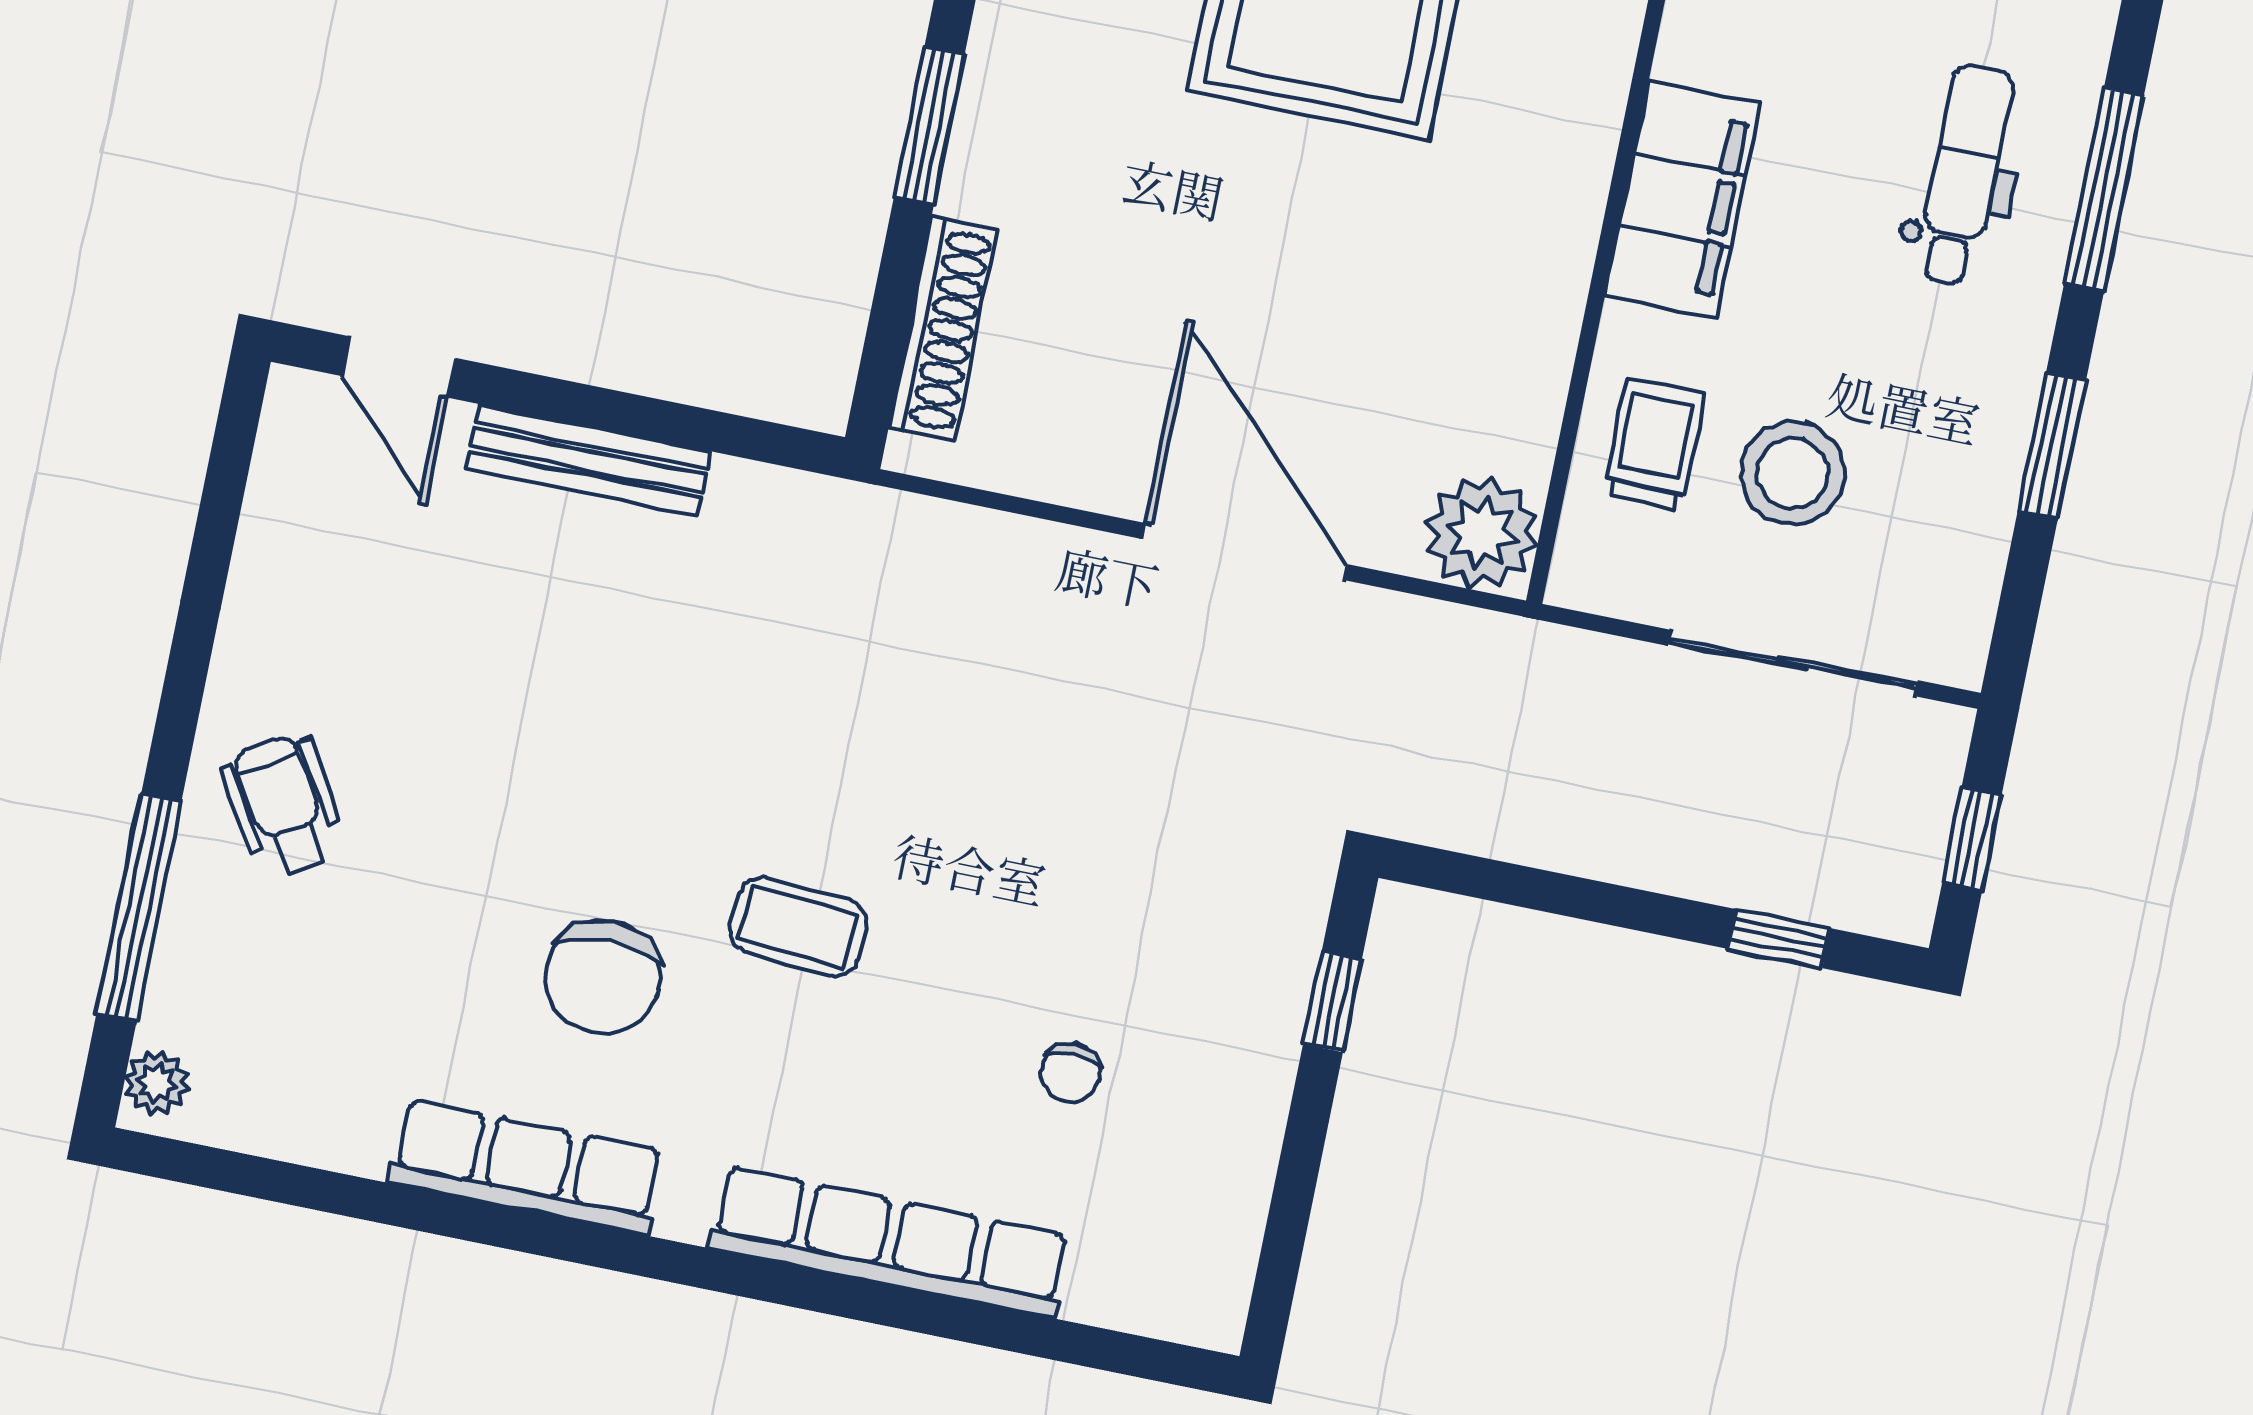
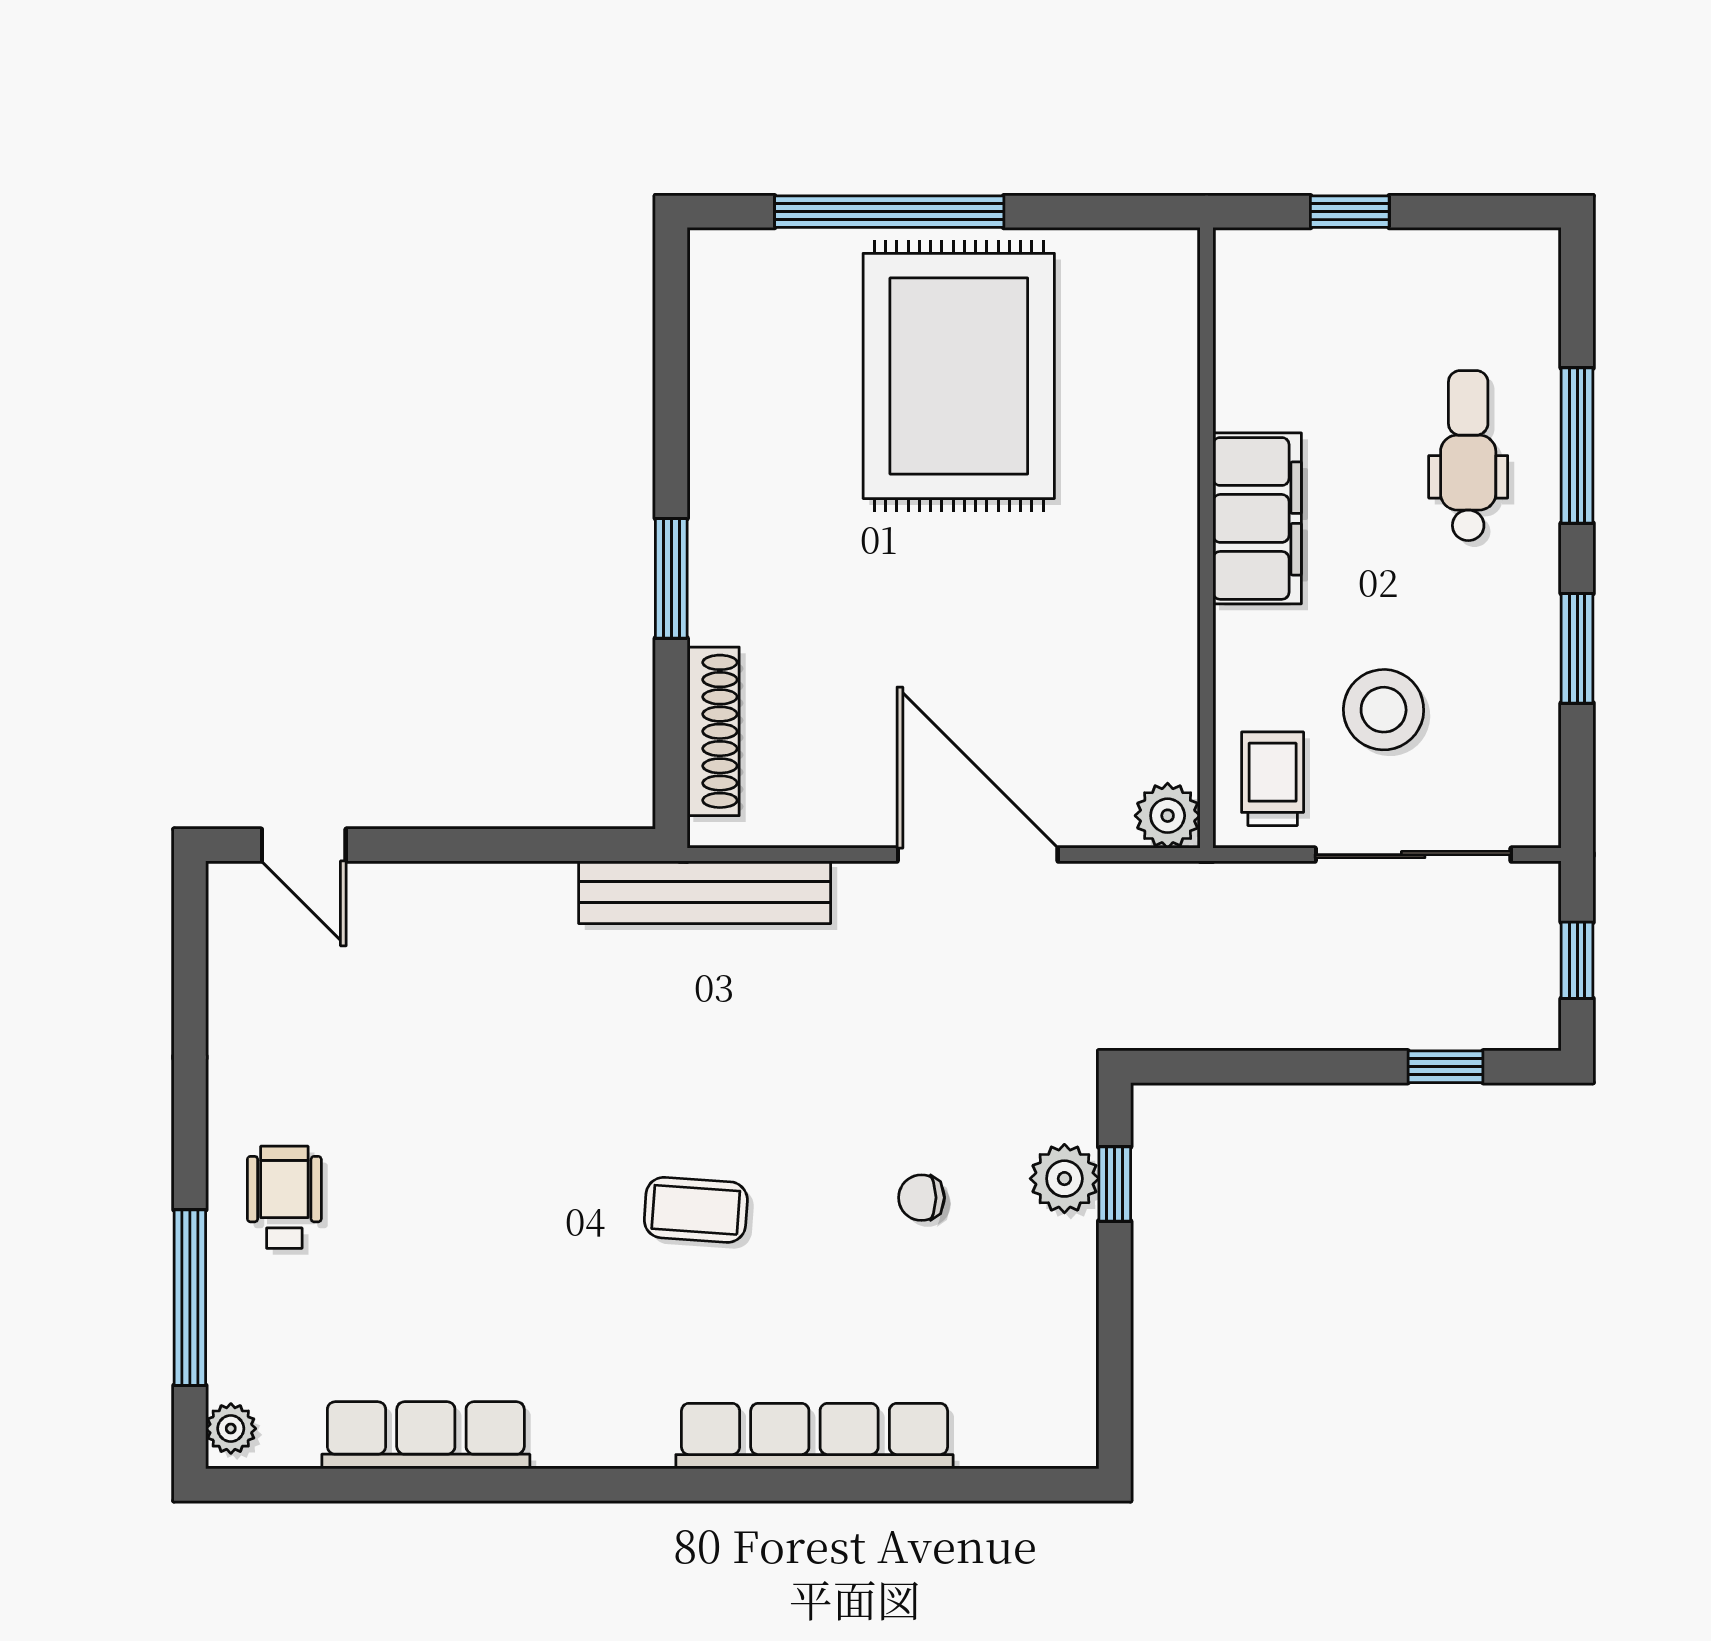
trolley: (1654, 444) -> (1273, 779), moved
bench: (588, 460) -> (705, 892), moved, width x1.37, depth x1.21
plant: (1482, 533) -> (1168, 816), width x0.73, depth x0.73
wheelchair: (283, 805) -> (284, 1197), turned 31
chair: (603, 977) -> (554, 1279), removed
plant: (1271, 982) -> (1064, 1179), added
chair: (1070, 1073) -> (921, 1198), moved, turned 90
row of seats: (527, 1167) -> (426, 1435), moved

